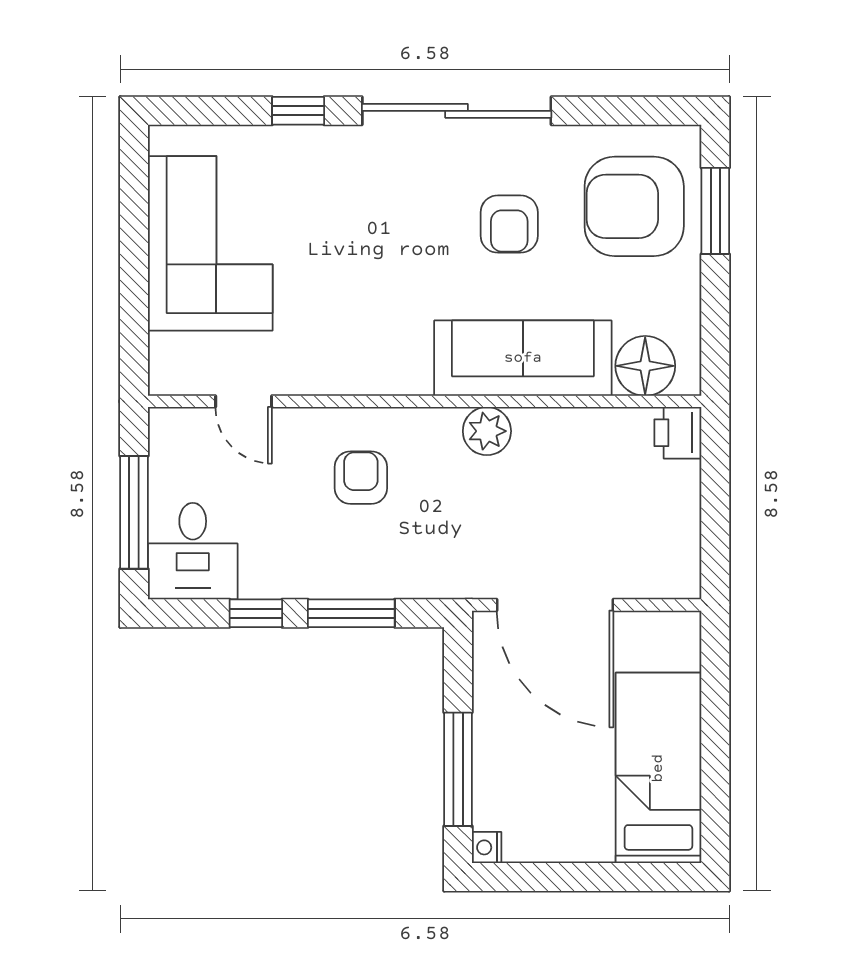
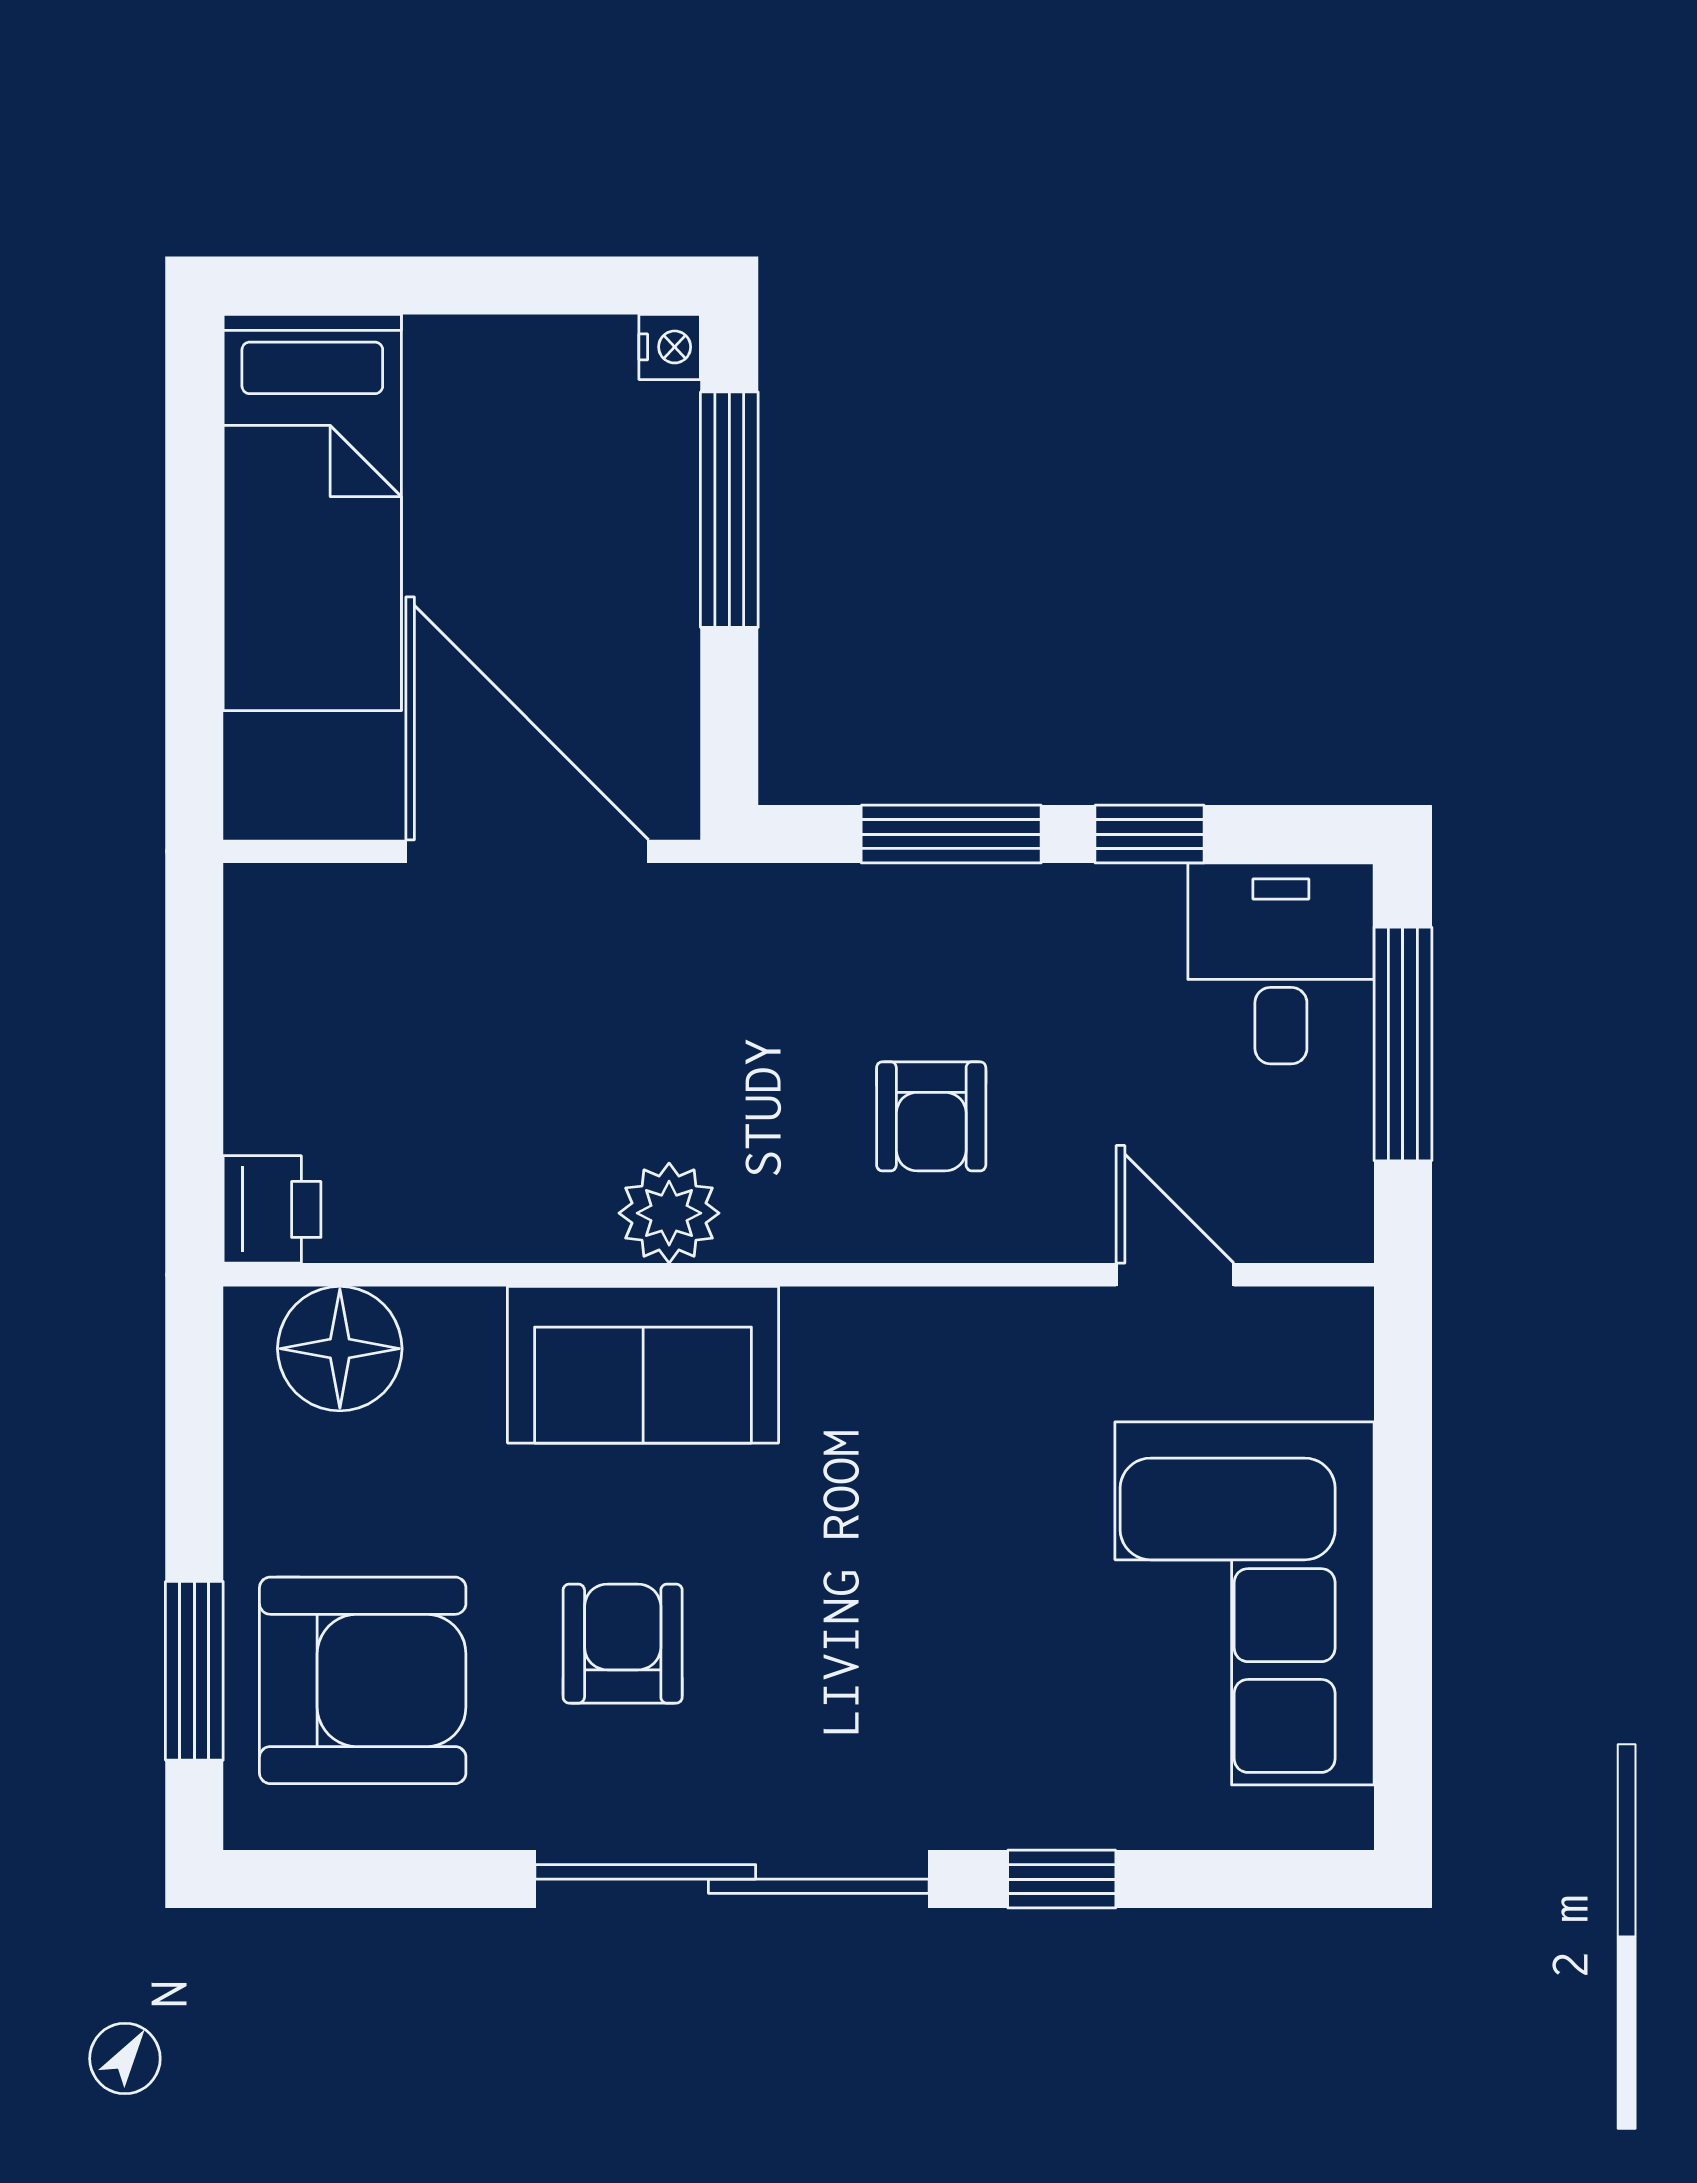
sofa: (523, 358) -> (643, 1365), width x0.73

